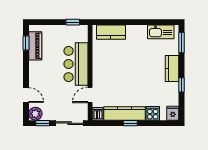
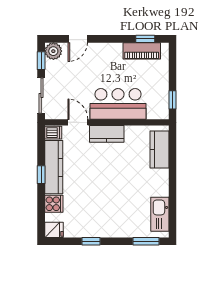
kitchen counter: (172, 69) -> (107, 134), moved, turned 180

